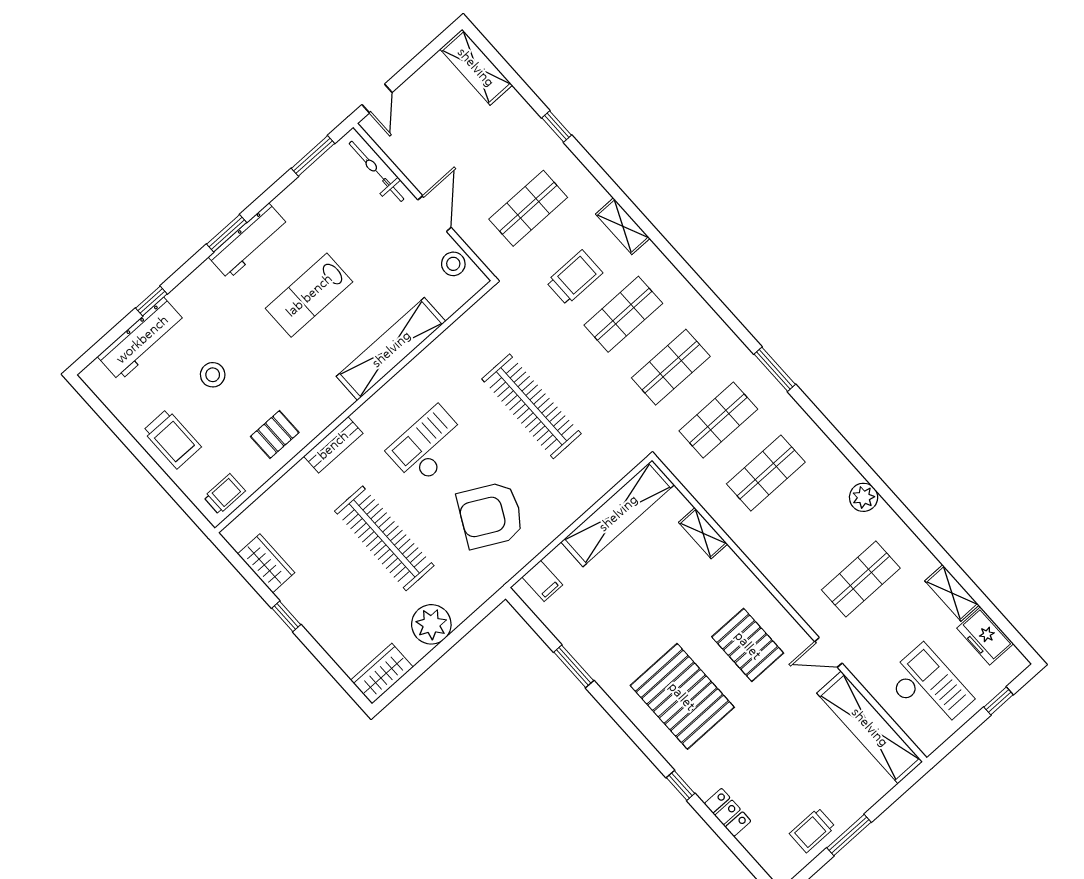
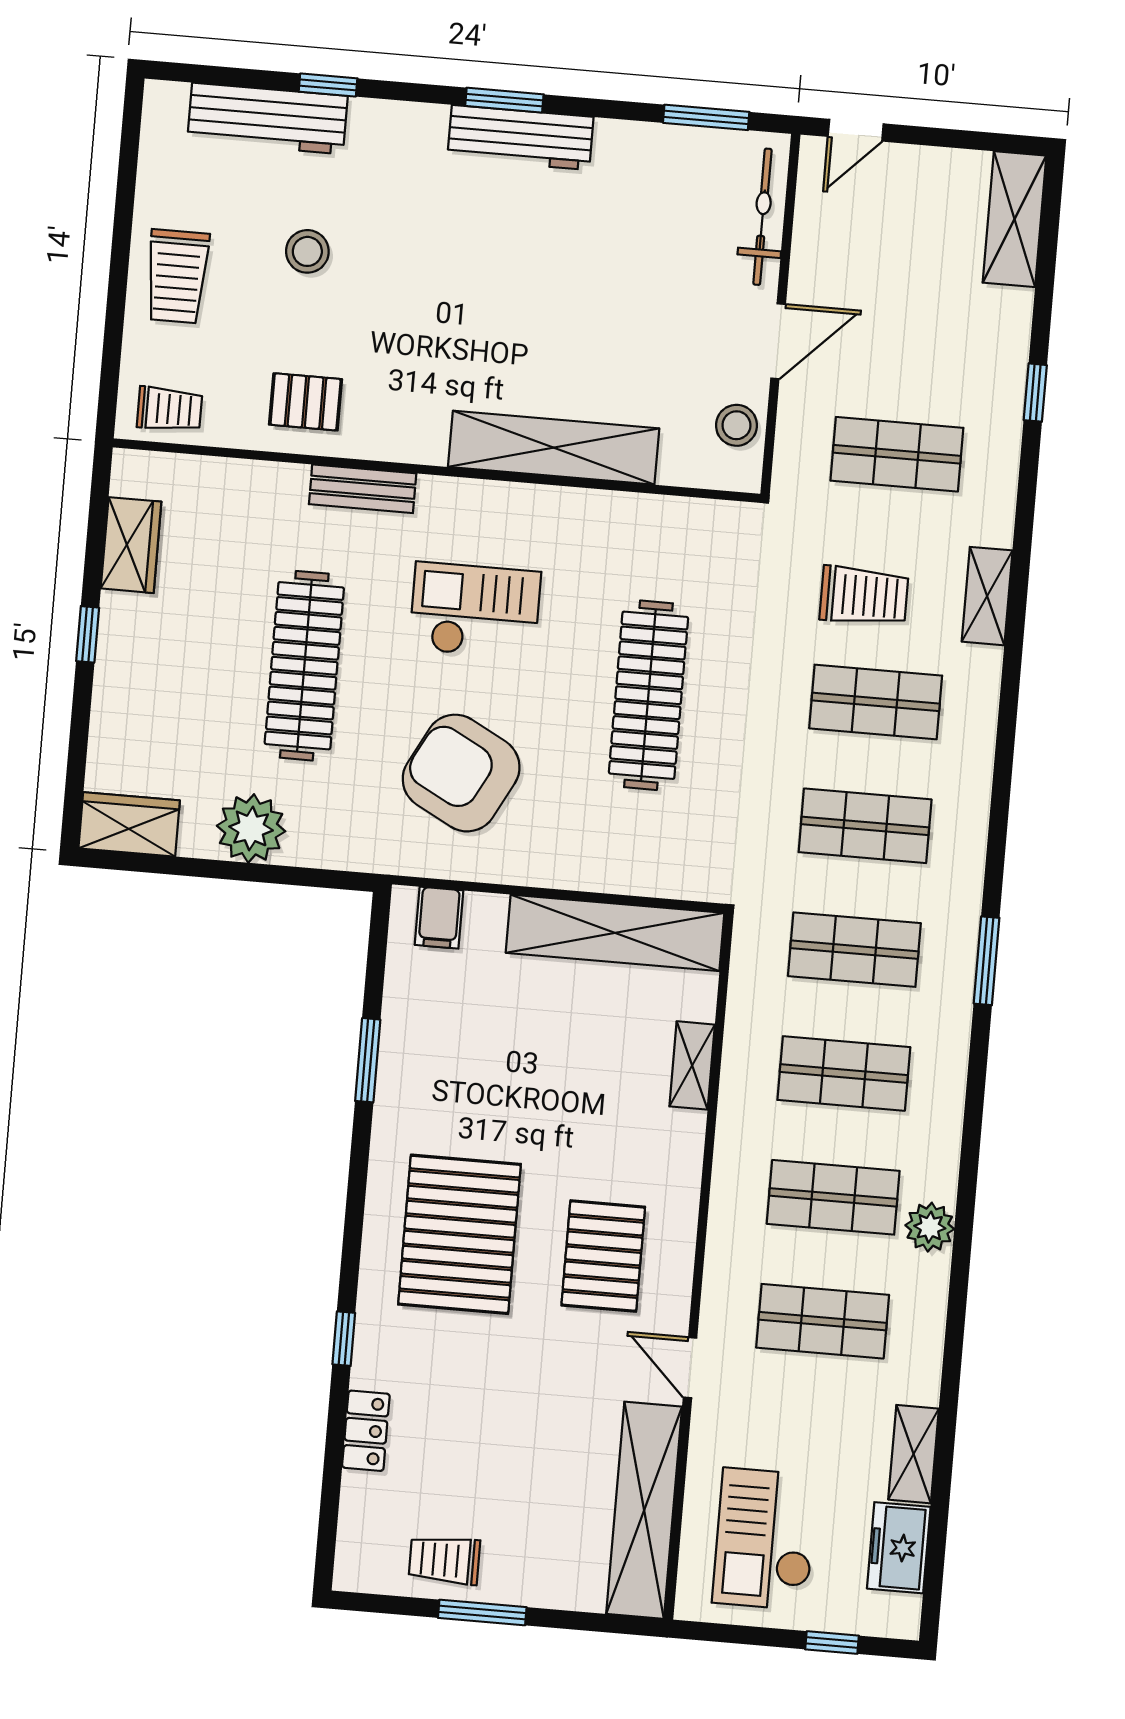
lab bench: (309, 295) -> (524, 279), removed
shop shelf: (813, 526) -> (833, 1197), added
checkout: (929, 688) -> (765, 1539), turned 180

